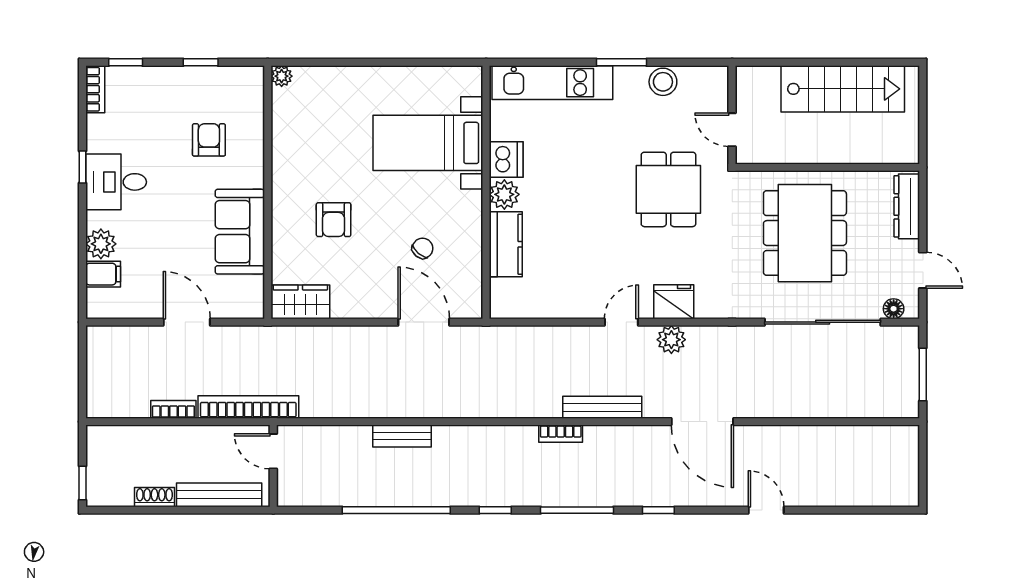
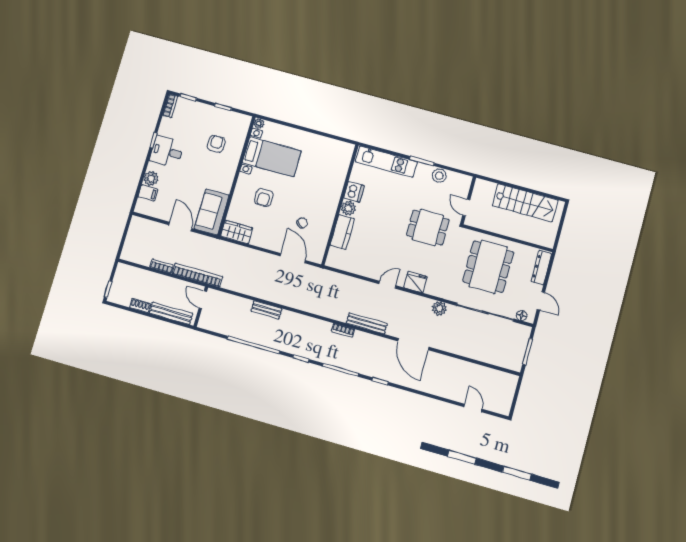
bed with nightstands: (428, 143) -> (272, 157), moved, turned 180
dining table: (668, 189) -> (428, 227), turned 90
sofa: (240, 232) -> (212, 212), moved
plant: (671, 340) -> (439, 308), moved
door: (766, 510) -> (473, 408), moved

